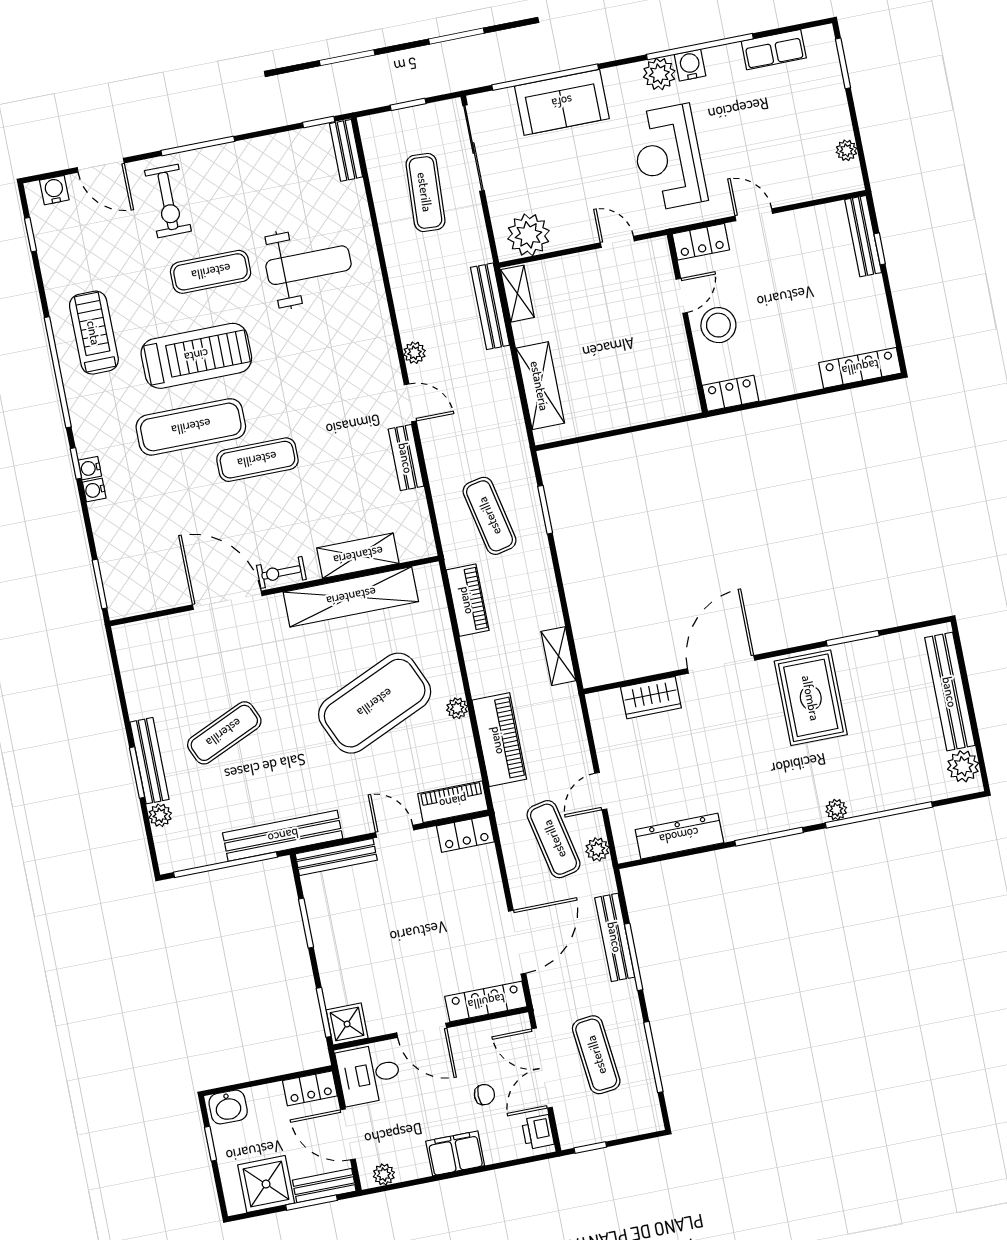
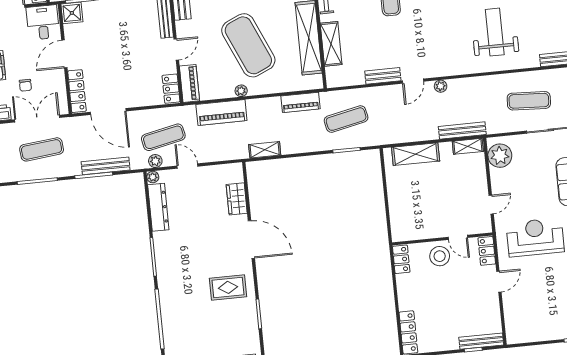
plant: (847, 150) -> (530, 337), removed
weight bench: (308, 265) -> (495, 32), turned 180
rug: (811, 698) -> (228, 287), width x0.73, depth x0.70
plant: (836, 810) -> (153, 177), moved

